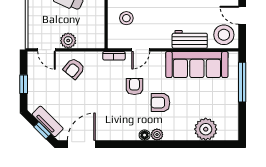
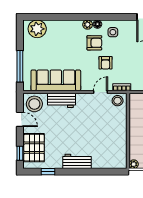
stool: (126, 18) -> (118, 101), moved
armchair: (160, 103) -> (94, 43), moved
side table: (125, 125) -> (113, 32), added
plant: (206, 129) -> (37, 29), moved

